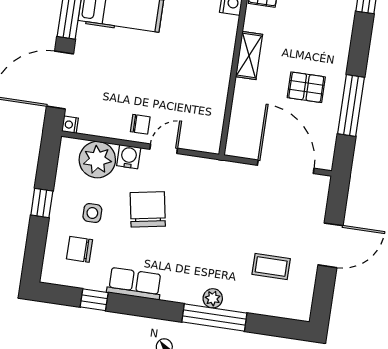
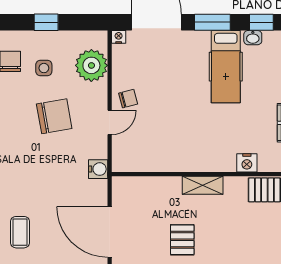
chair: (140, 124) -> (128, 99), turned -105
door: (164, 149) -> (110, 122), hinge flipped
water cooler: (129, 157) -> (98, 169), moved
door: (286, 167) -> (110, 232), swing flipped

